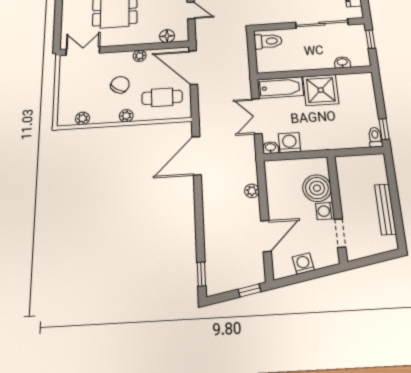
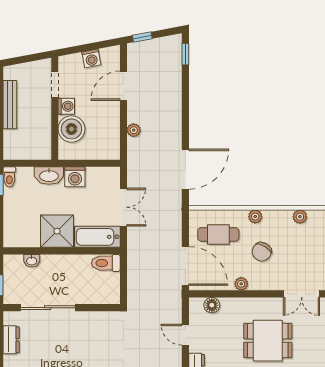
toilet: (268, 41) -> (106, 263), moved
washing machine: (289, 143) -> (75, 177), moved
washbasin: (270, 148) -> (49, 176), moved, width x1.91, depth x1.45

